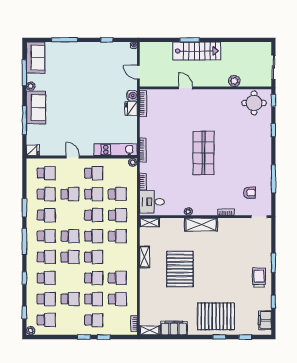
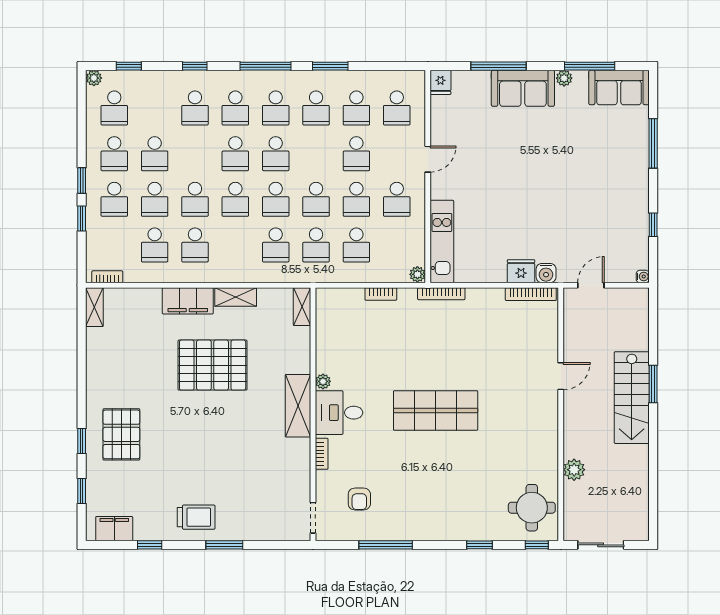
desk: (152, 202) -> (339, 413), moved, turned -90
school desk: (46, 299) -> (114, 154), moved
pallet: (216, 316) -> (121, 434), width x0.73, depth x0.71
filing cabinet: (174, 328) -> (188, 301), moved, turned 90

